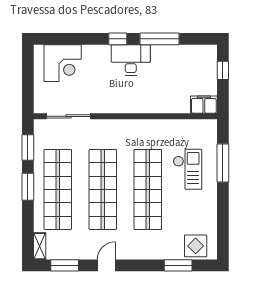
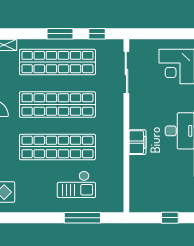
filing cabinet: (204, 105) -> (137, 142), moved
window: (28, 148) -> (97, 34), width x0.67

